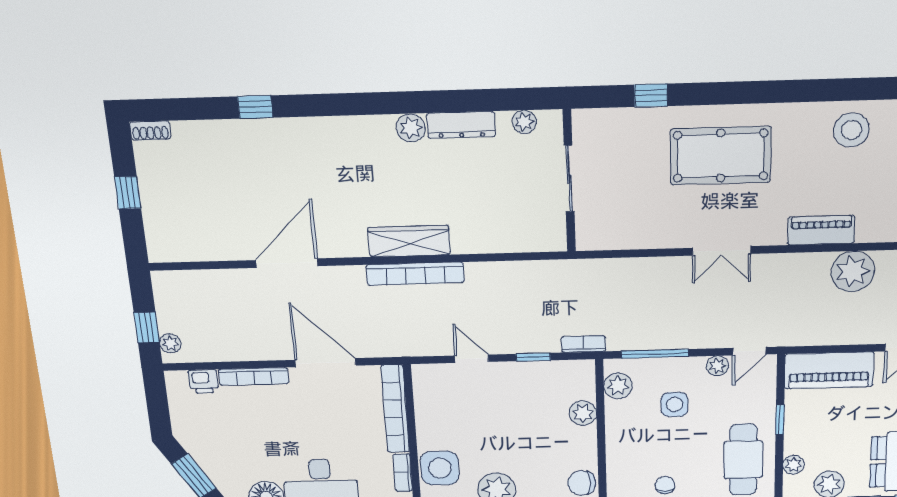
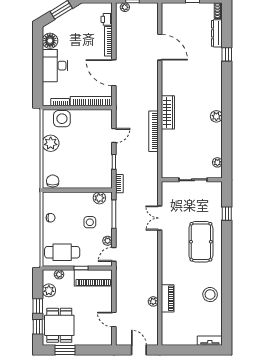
dresser: (461, 125) -> (217, 33), moved
piano: (821, 230) -> (168, 298), moved
double door: (722, 251) -> (160, 218), moved
door: (287, 263) -> (160, 47), moved
plant: (853, 271) -> (153, 301), width x0.53, depth x0.53
bookcase: (415, 274) -> (153, 131), moved
door: (749, 351) -> (114, 254), hinge flipped
door: (325, 363) -> (114, 73), swing flipped
piano: (829, 370) -> (93, 278), moved, turned -90
plant: (583, 413) -> (87, 182), removed

